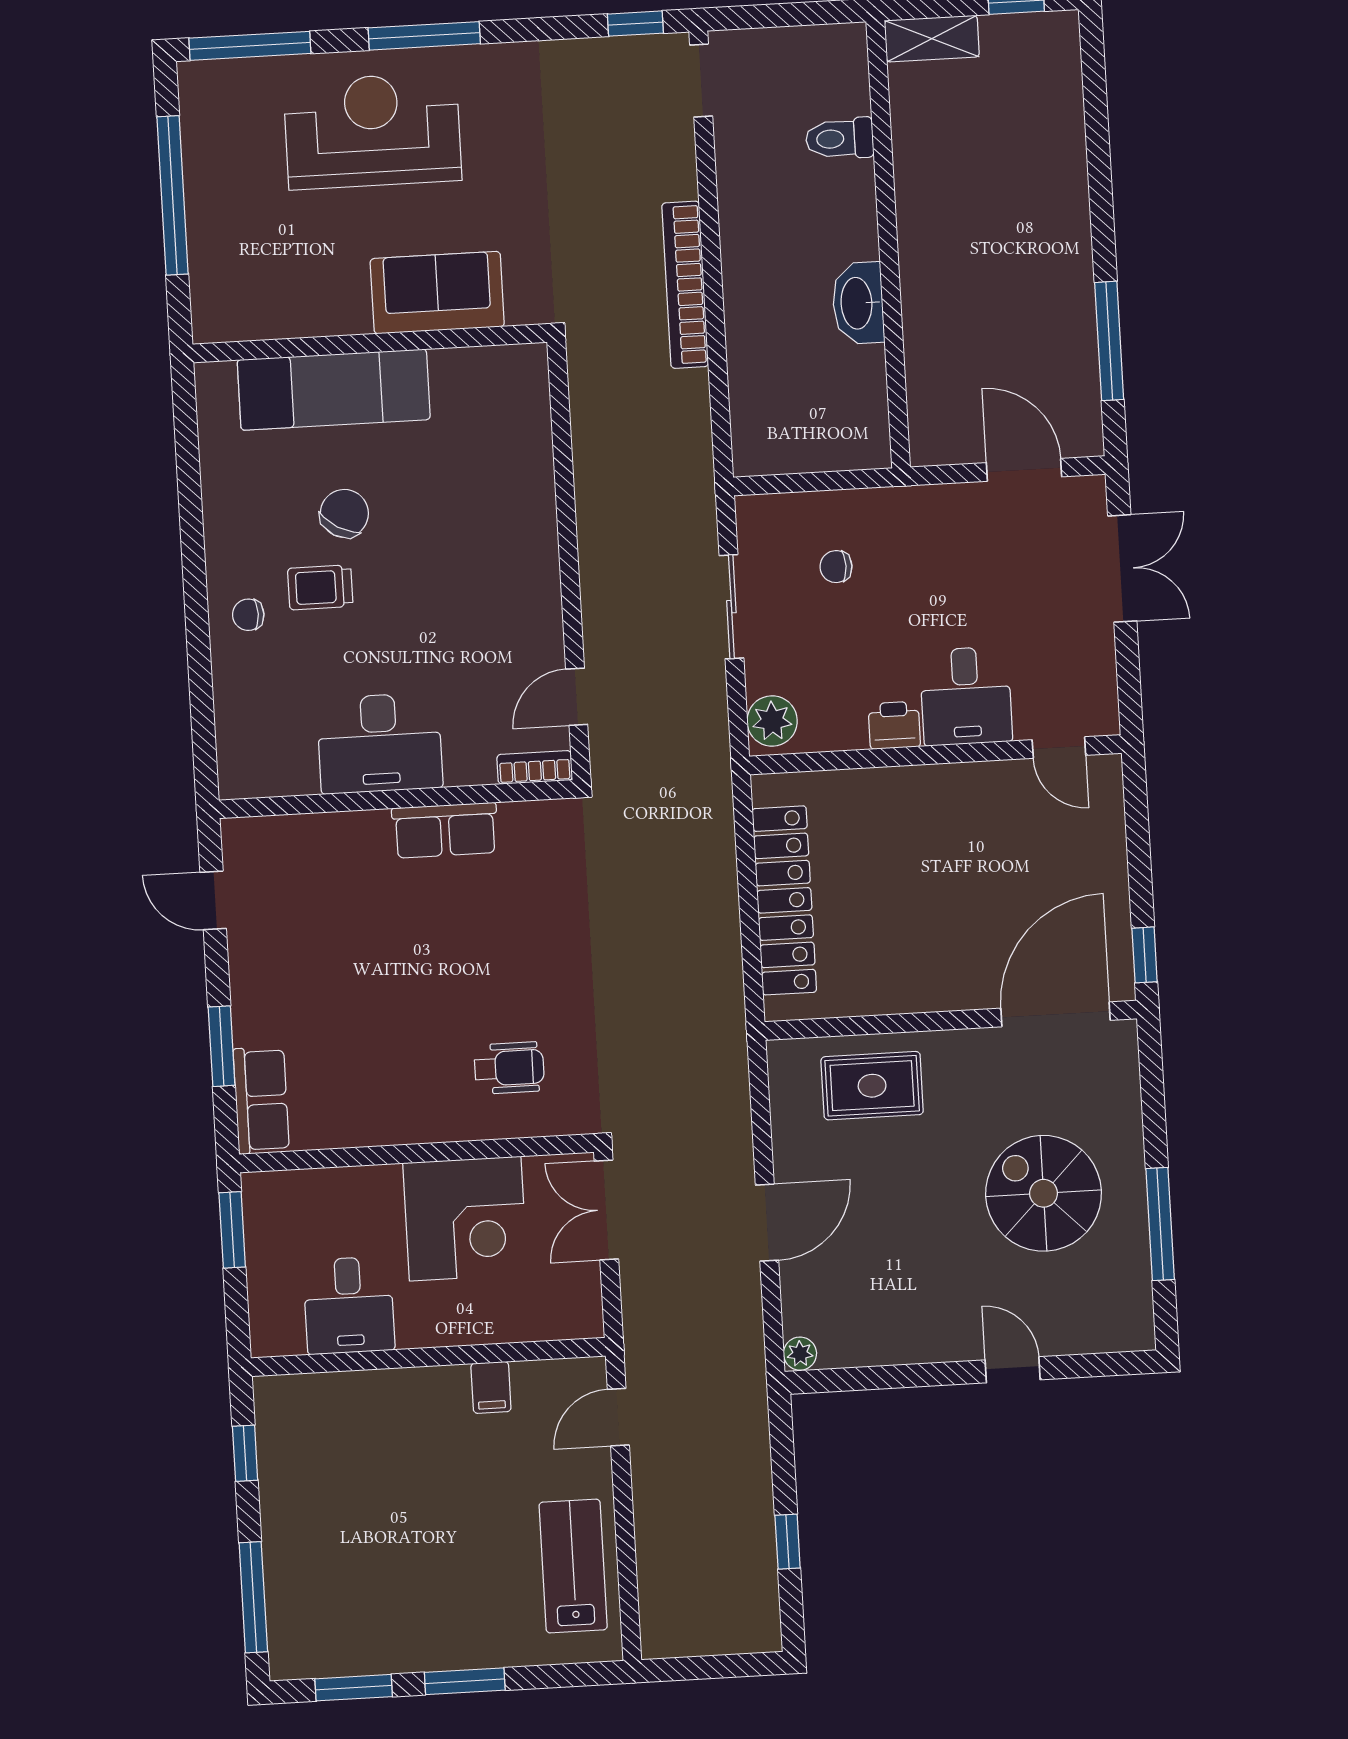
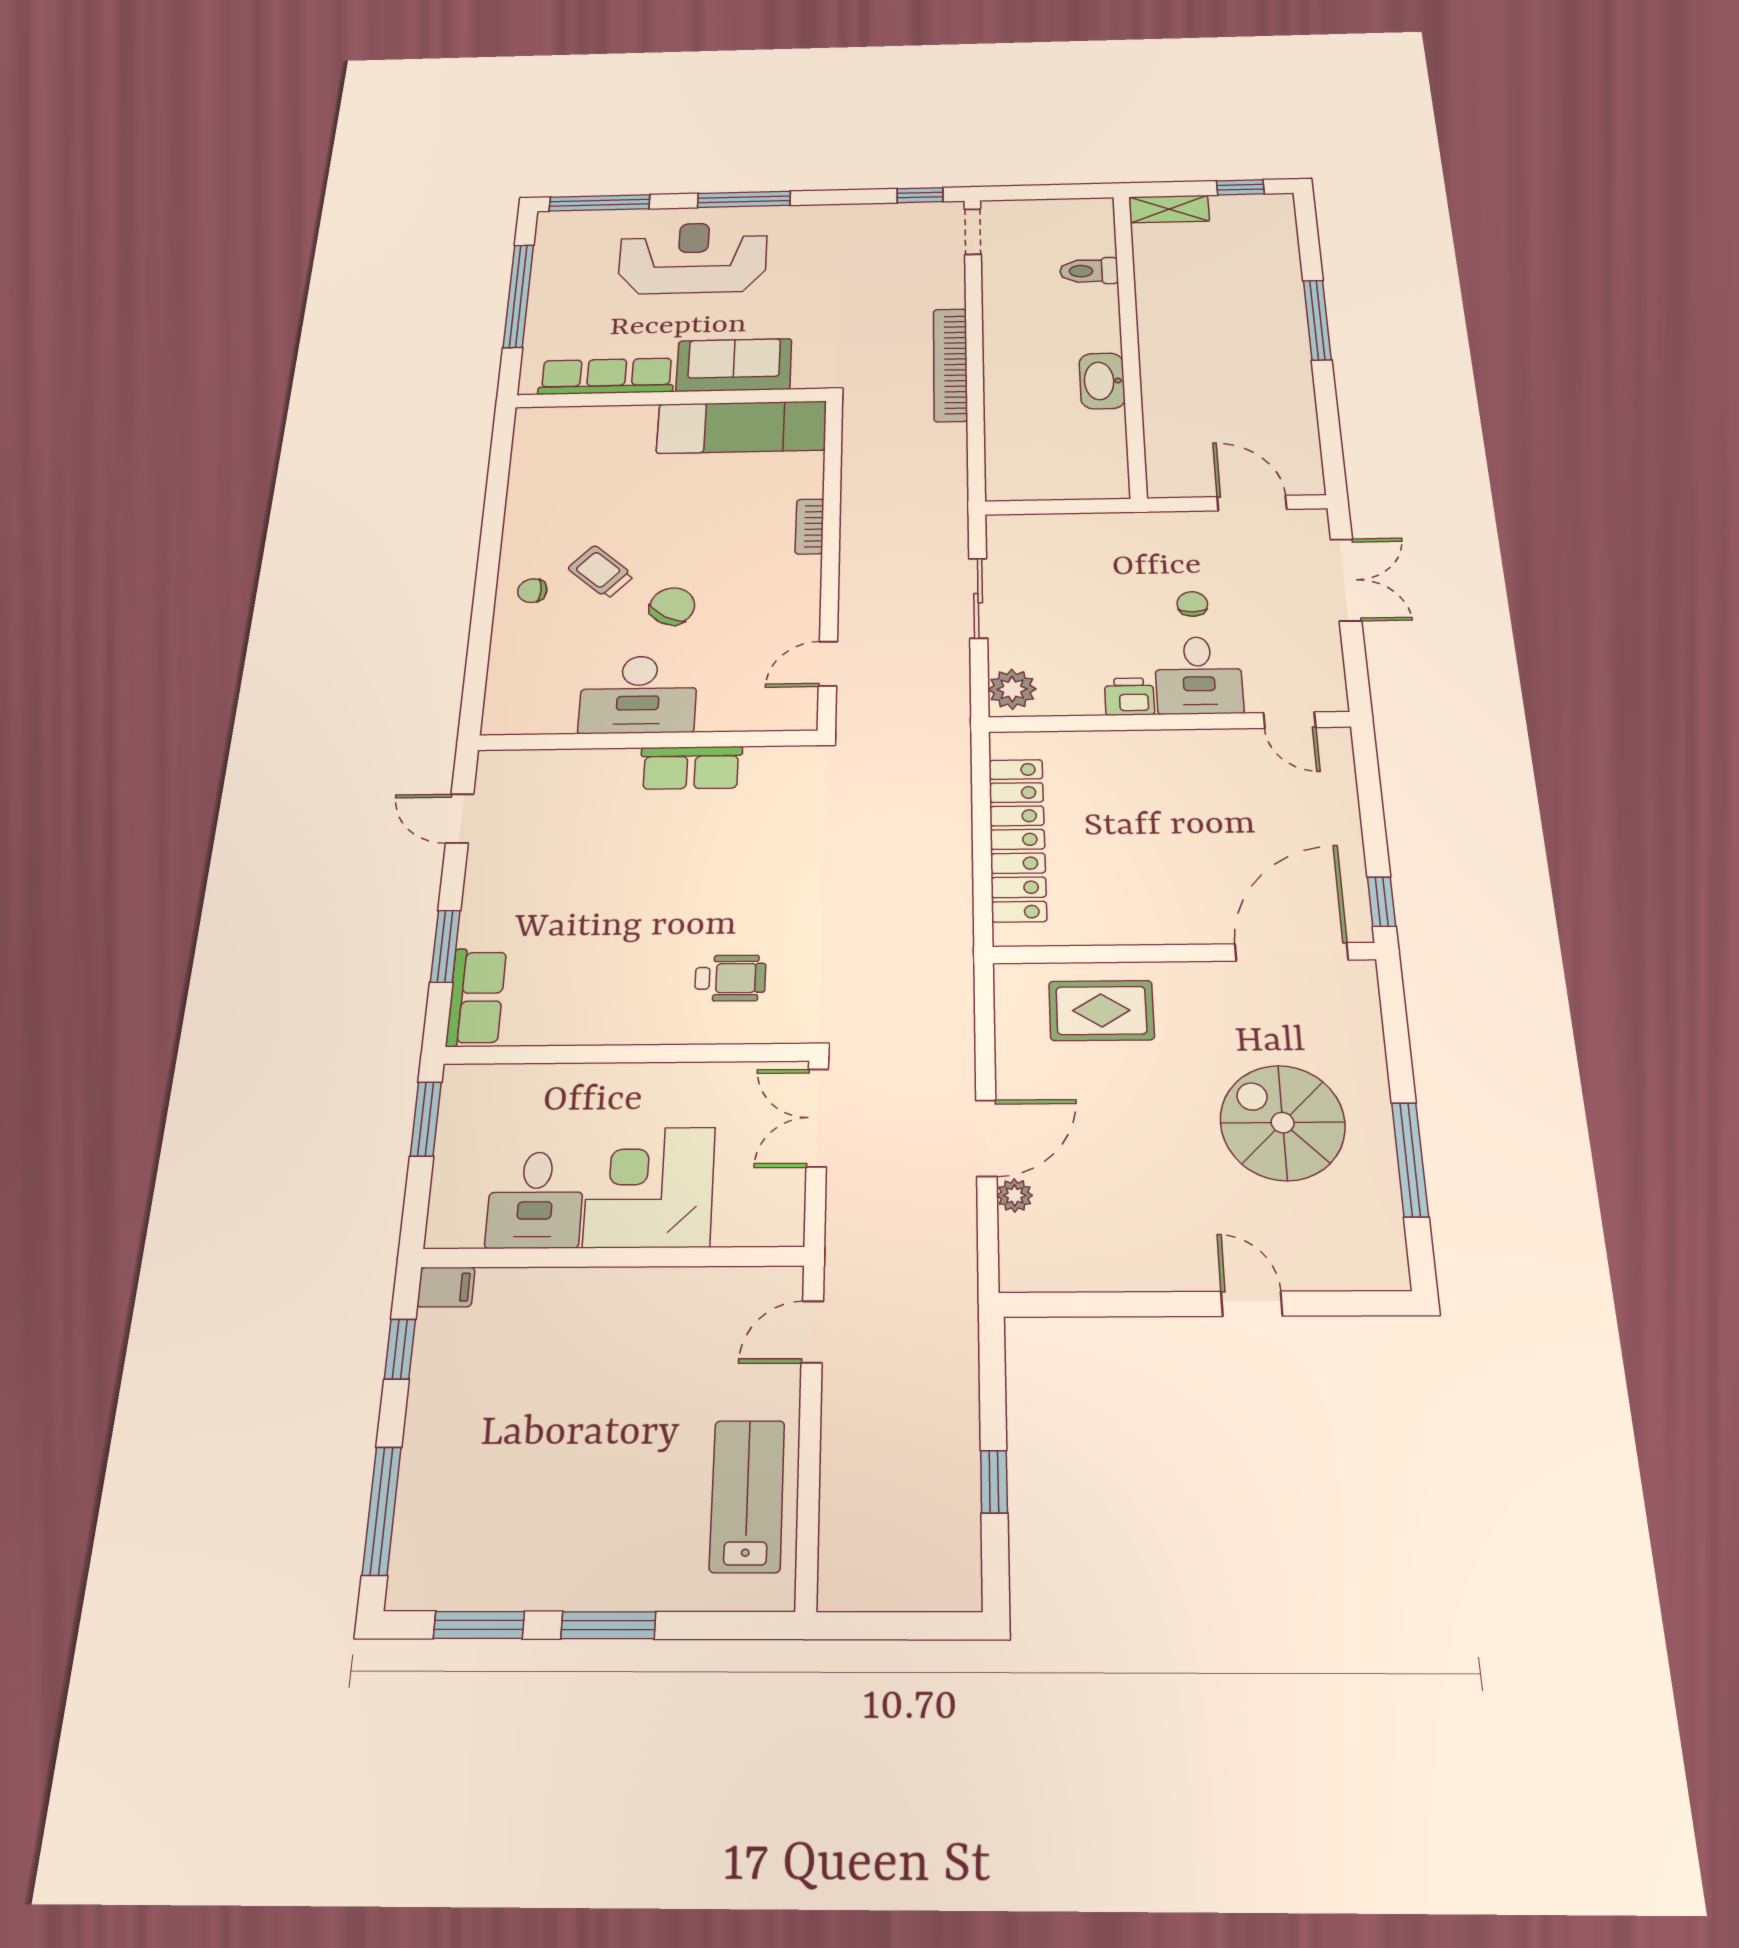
row of seats: (292, 314) -> (606, 376), added
window: (1109, 341) -> (1317, 320), moved
exam couch: (334, 390) -> (742, 427), moved
chair: (344, 513) -> (672, 606), moved
chair: (836, 567) -> (1192, 604), moved, turned 90
trolley: (320, 587) -> (601, 572), turned 42
bookcase: (535, 767) -> (810, 527), moved, turned -90
corner desk: (465, 1219) -> (649, 1187), moved, turned 180
plant: (800, 1354) -> (1015, 1195), moved
filing cabinet: (491, 1387) -> (446, 1287), moved, turned -90

